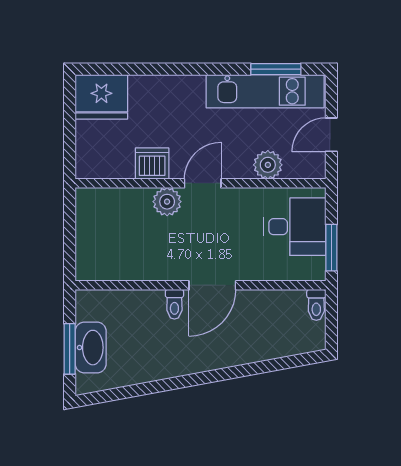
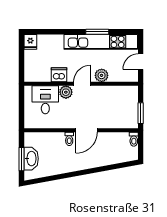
window: (276, 69) -> (97, 32), moved
kitchen unit: (265, 91) -> (101, 42), width x1.36
fridge: (101, 97) -> (30, 42), width x0.53, depth x0.75
plant: (268, 165) -> (102, 75), moved
desk: (295, 227) -> (45, 100), moved, turned -90

